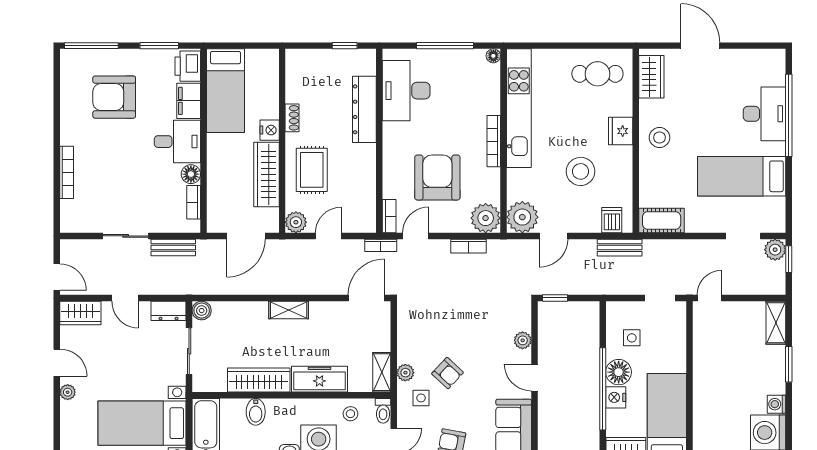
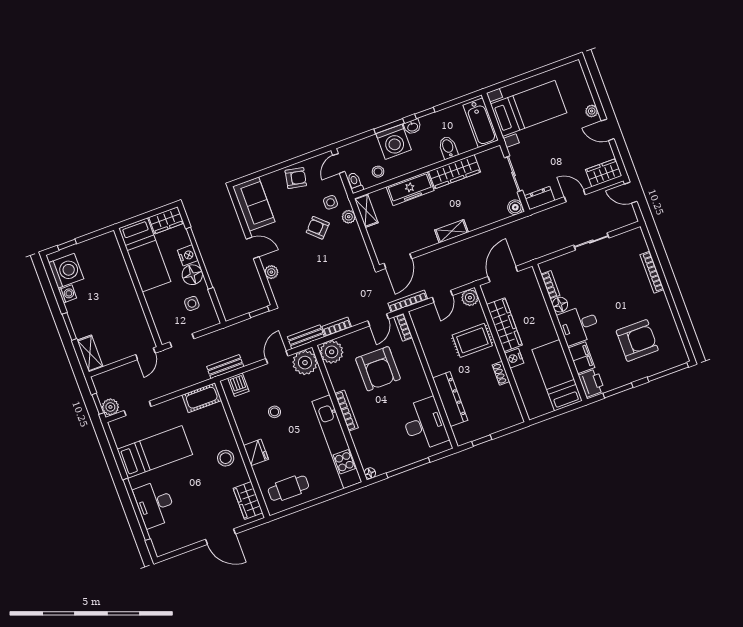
rug: (312, 170) -> (472, 340), turned 90
stool: (581, 171) -> (274, 412), width x0.53, depth x0.53
bookcase: (381, 245) -> (408, 301), width x1.56
bench: (173, 247) -> (306, 337), moved

